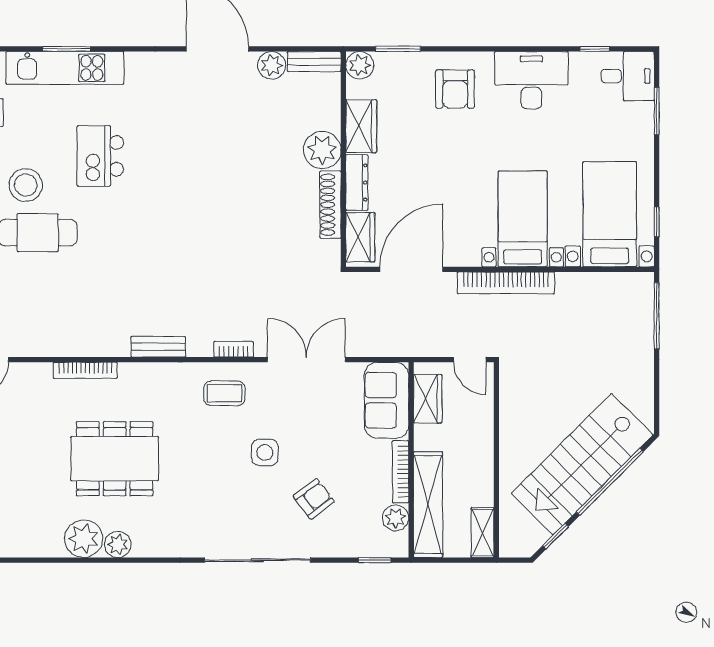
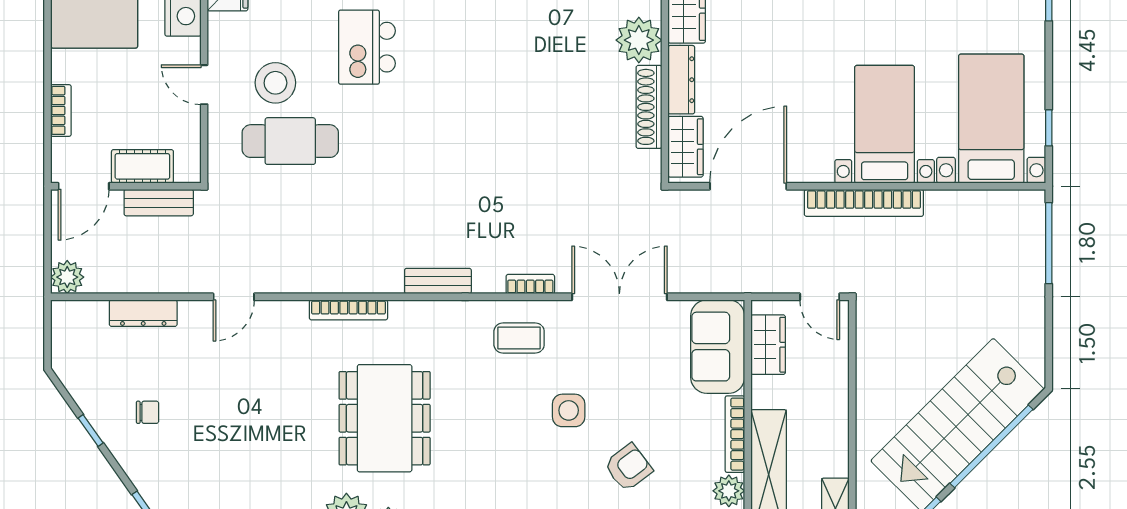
dining table: (115, 459) -> (385, 418), turned 90

